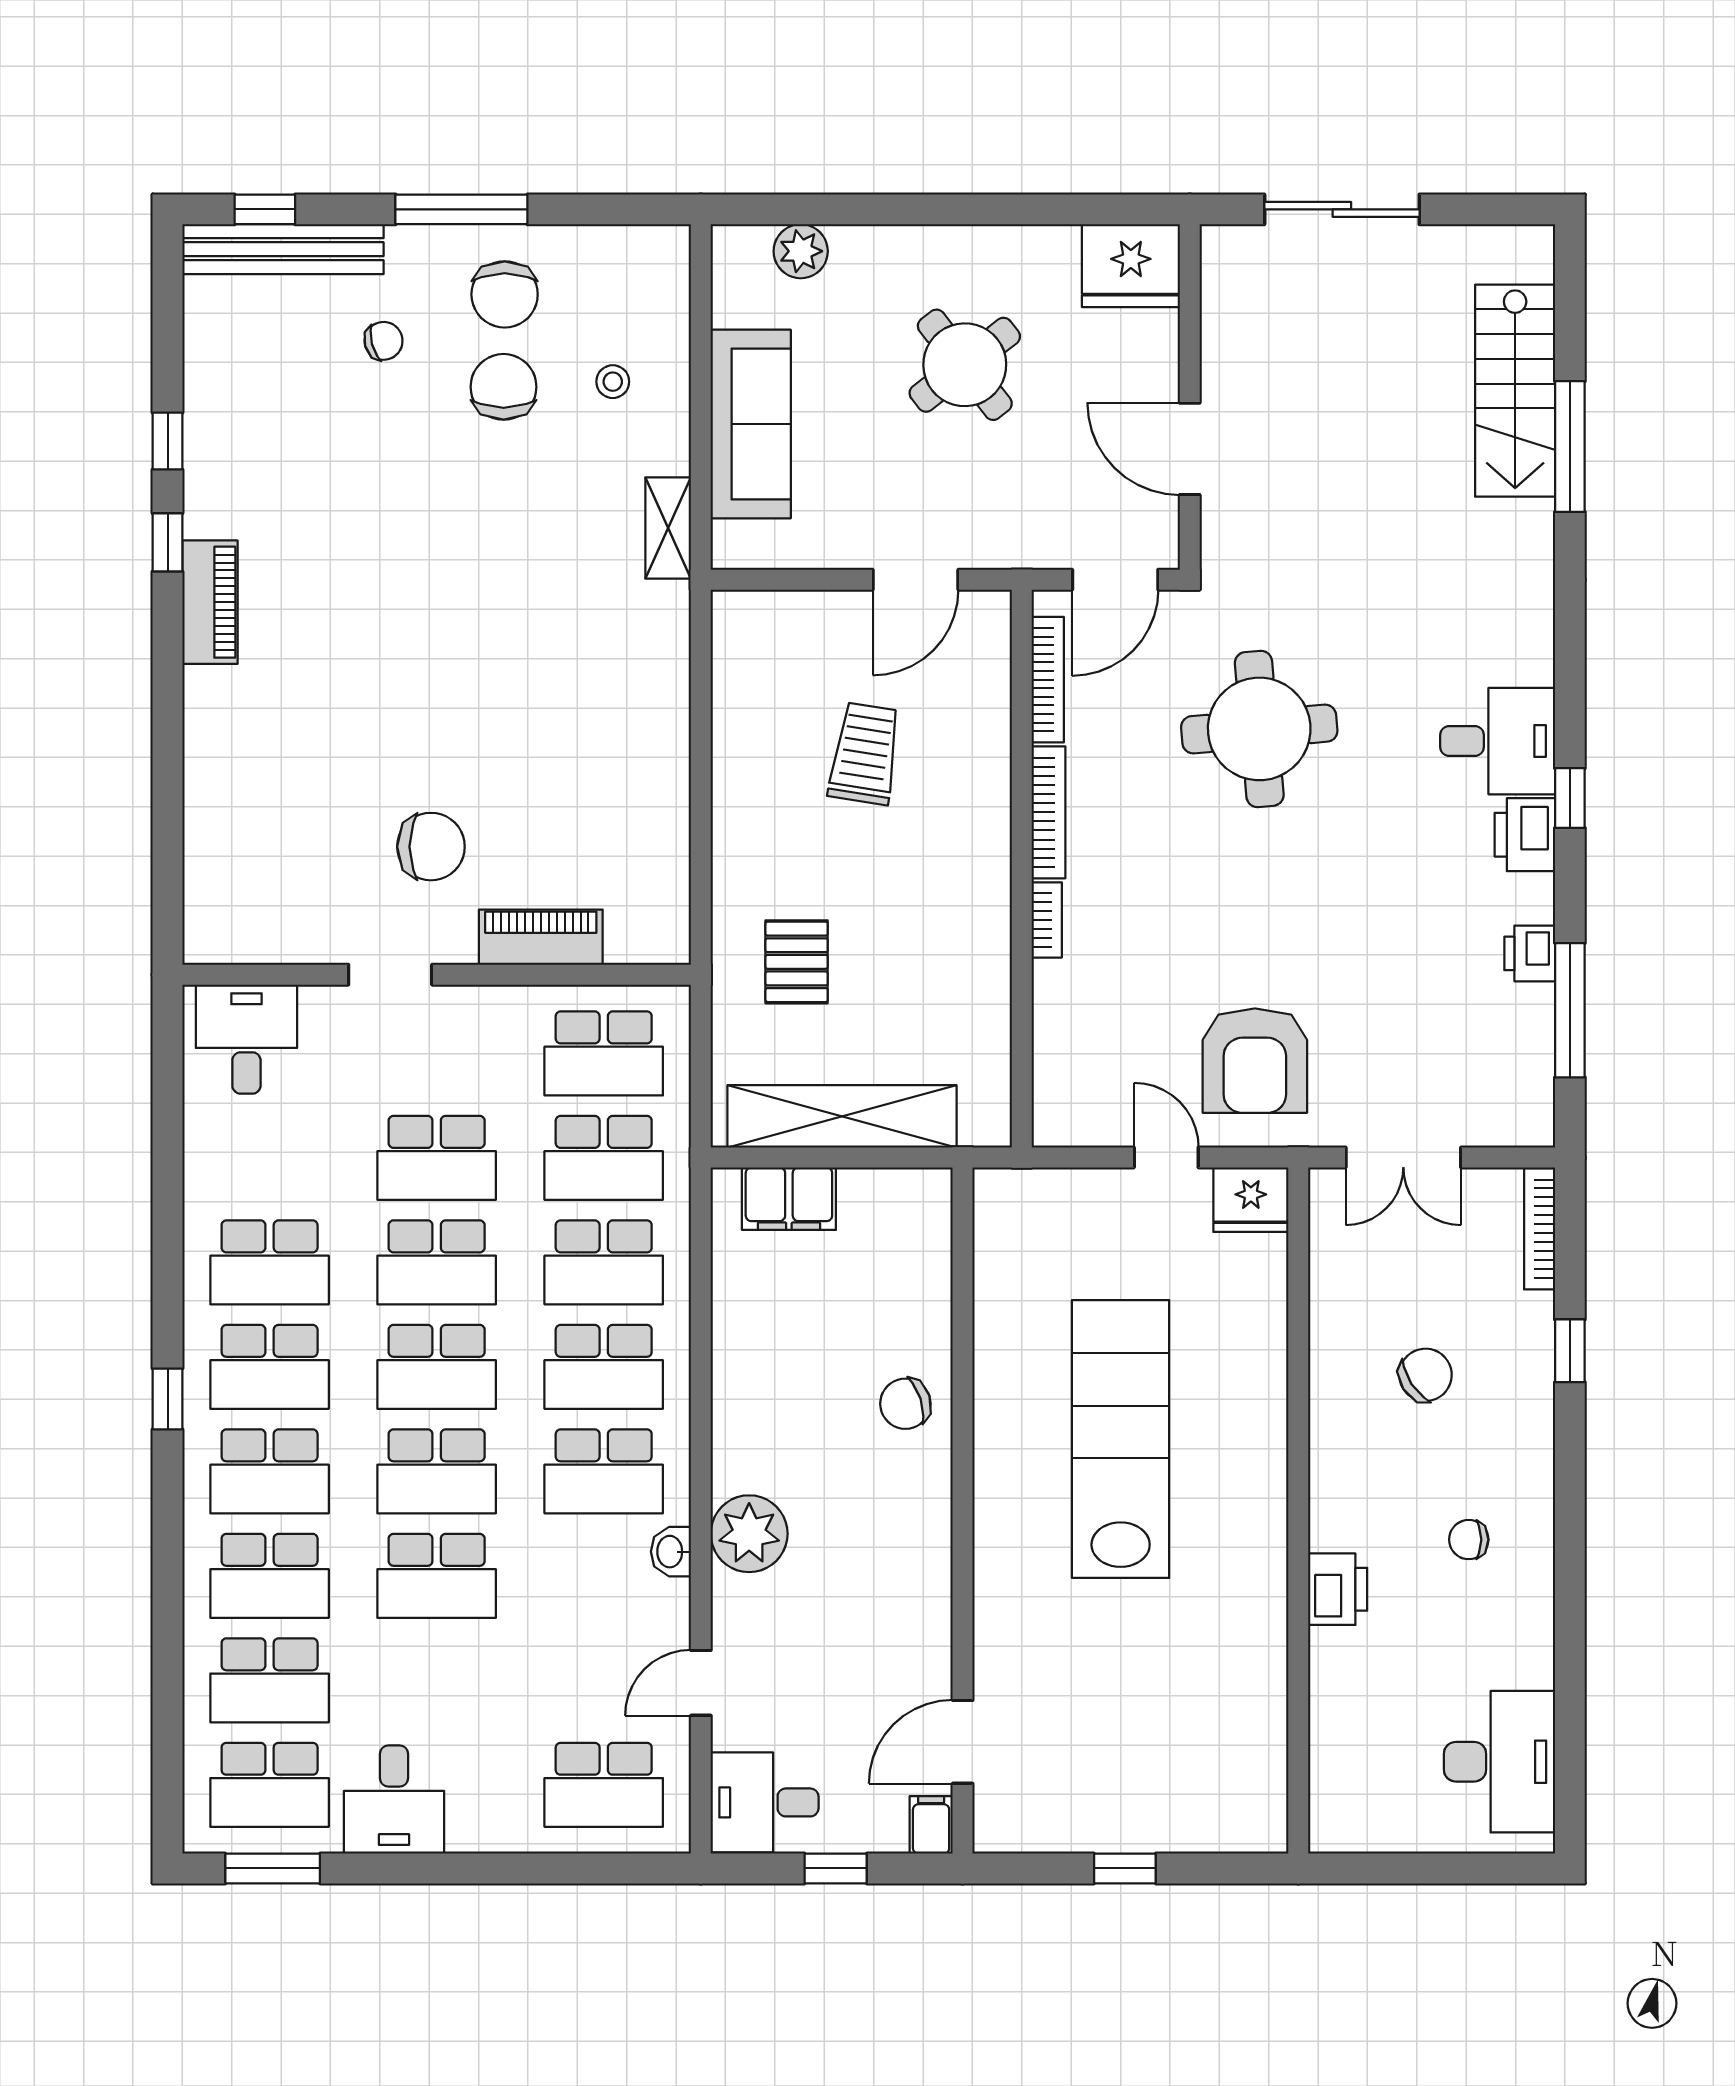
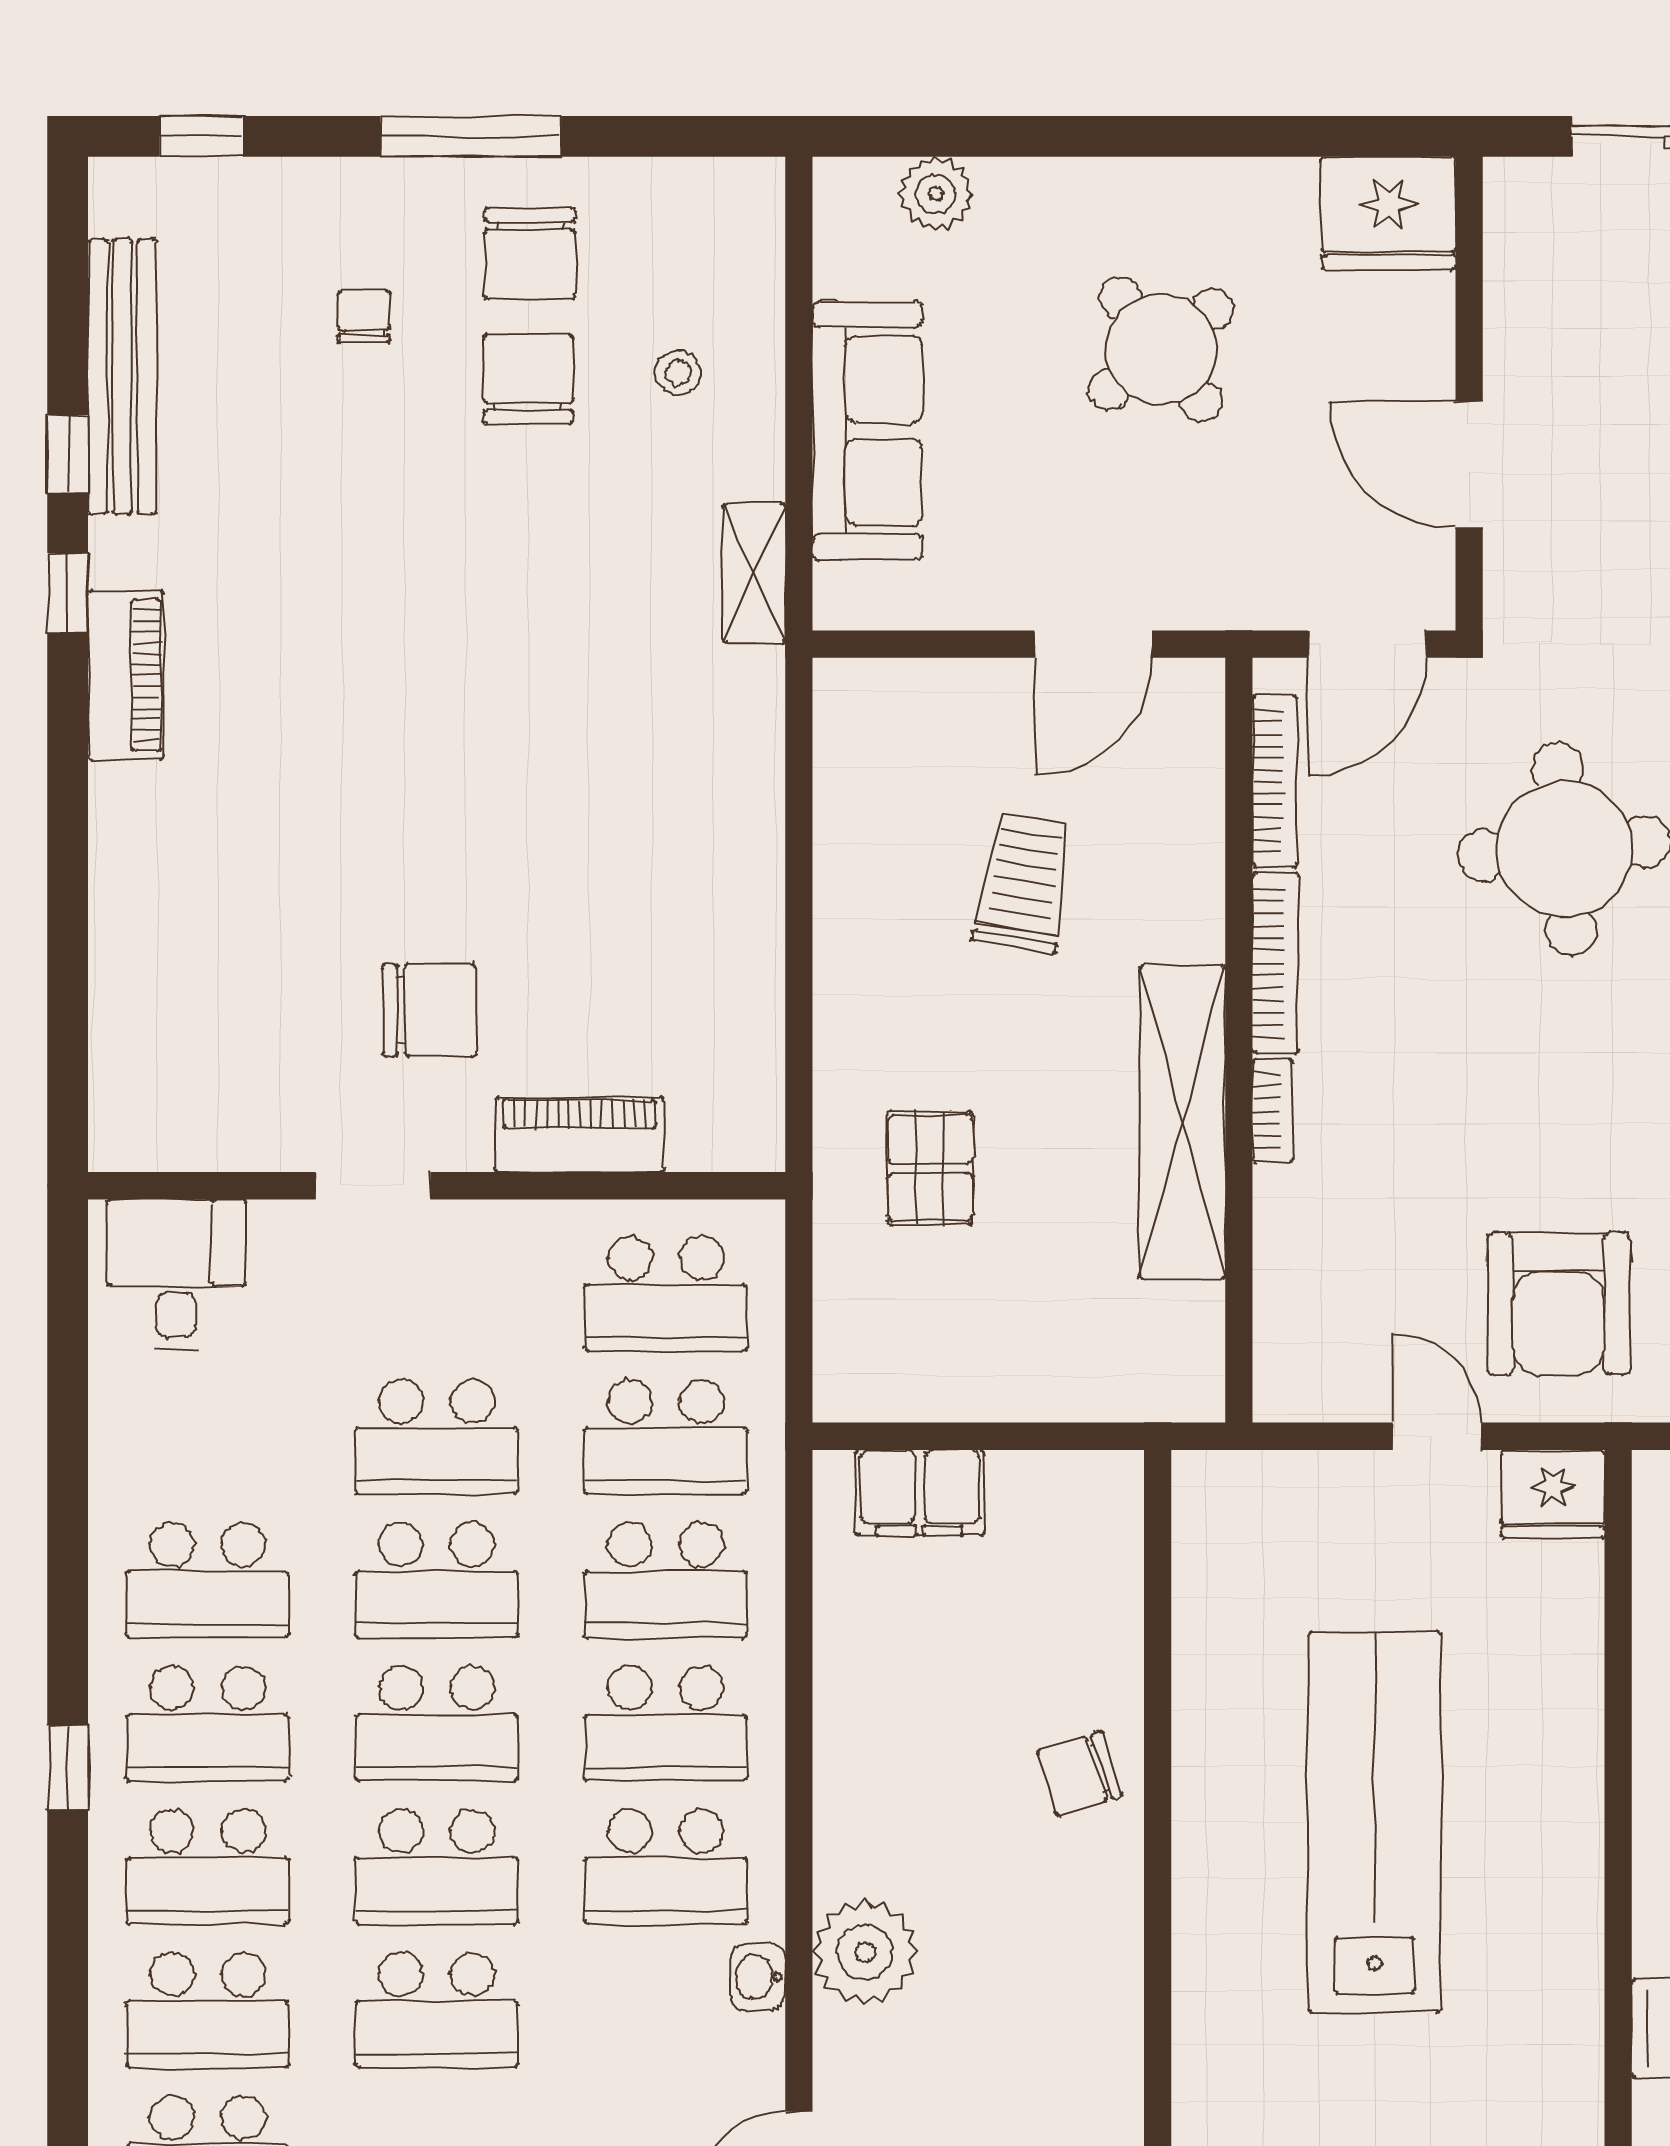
bench: (283, 249) -> (122, 376), moved, turned 90
chair: (384, 341) -> (364, 317), turned -75
shelving: (842, 1116) -> (1183, 1122), moved, turned 90

